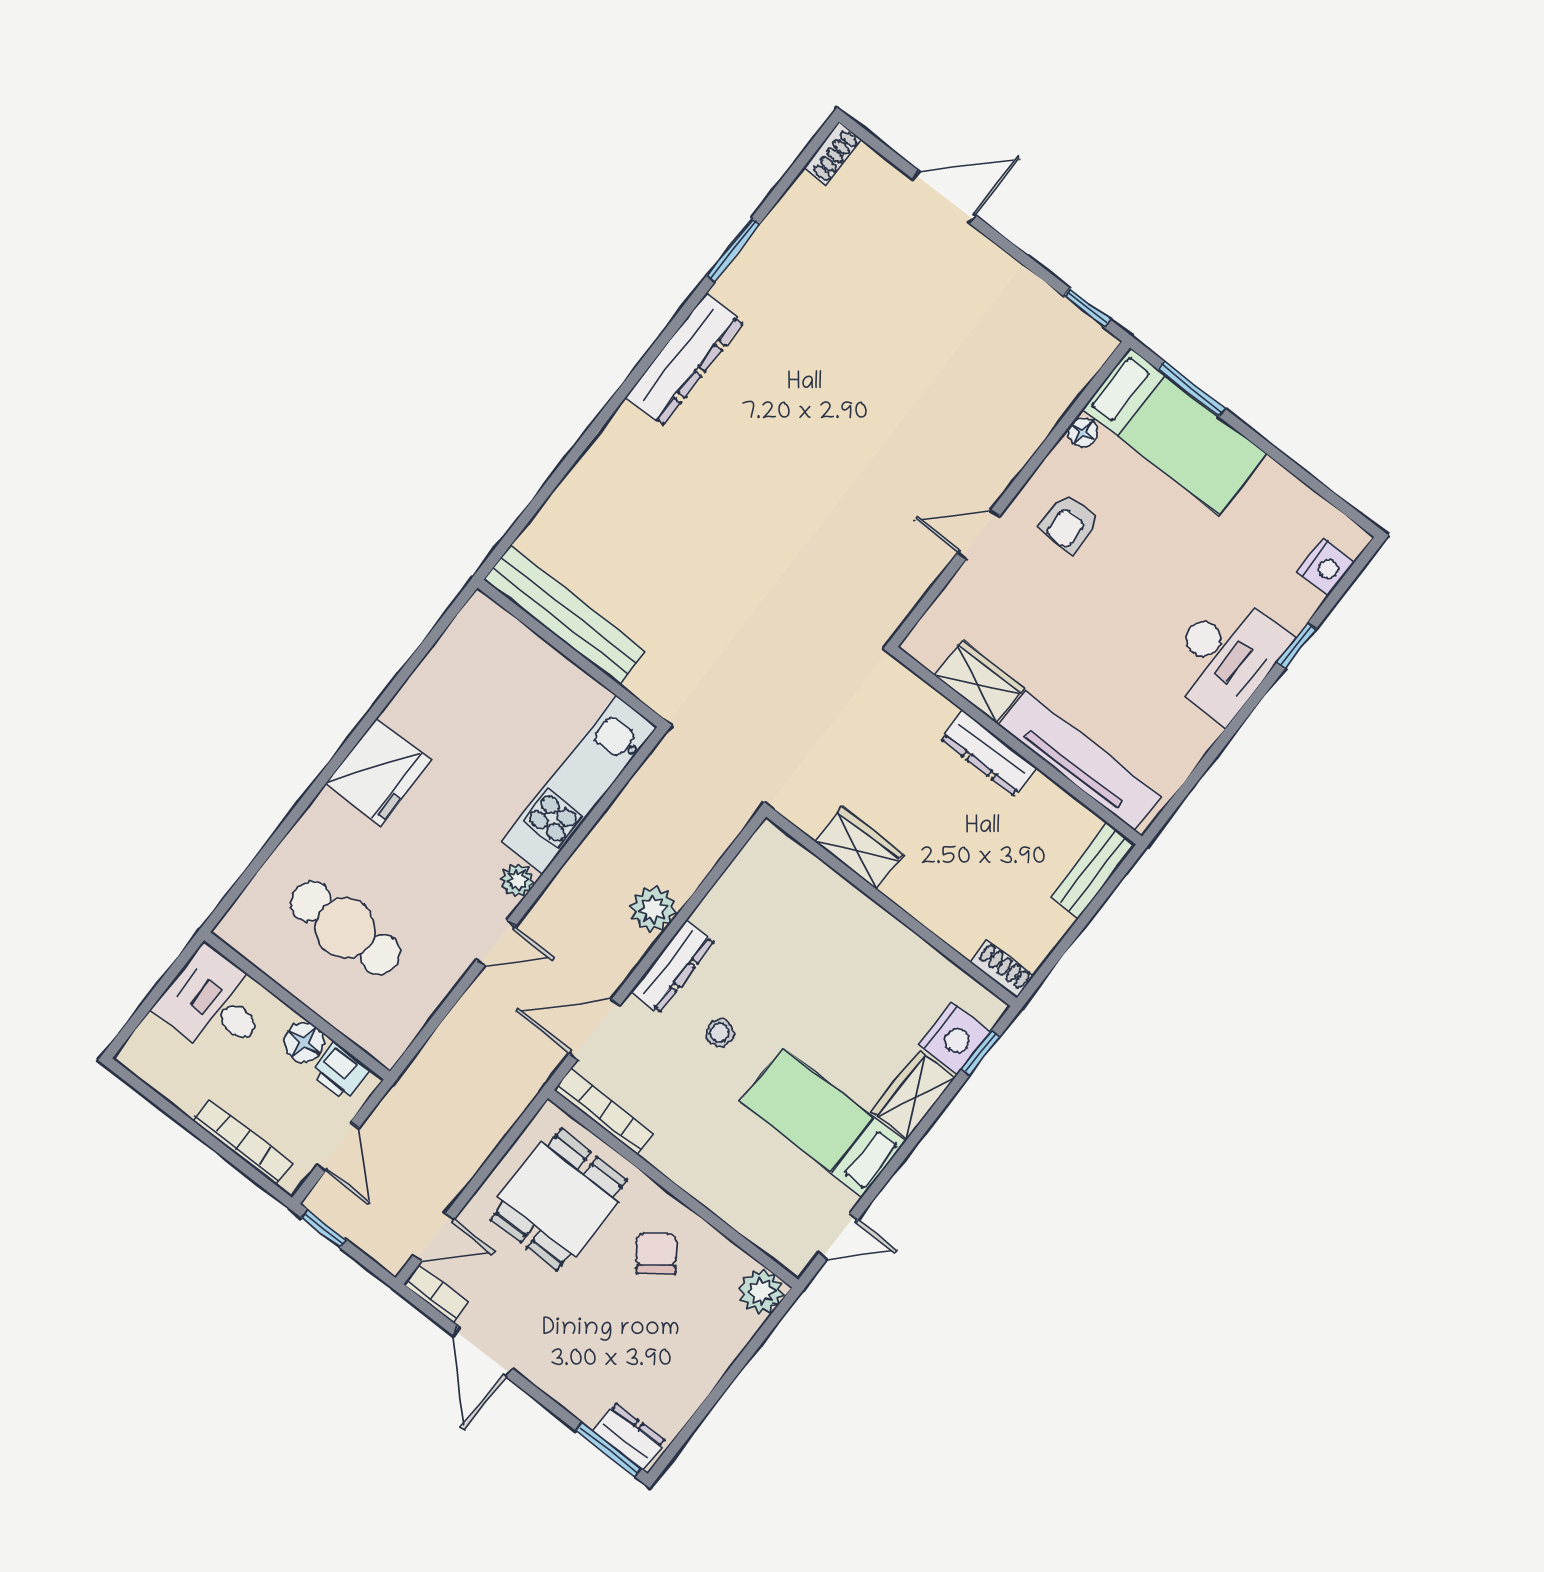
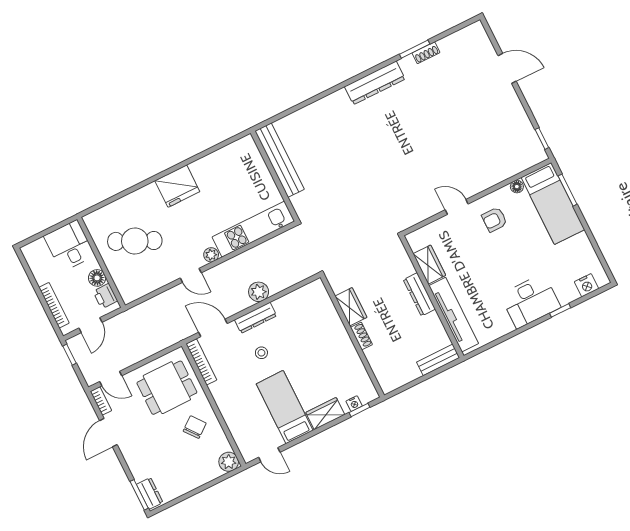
shoe rack: (832, 153) -> (426, 53), moved
cafe table: (345, 928) -> (135, 241), turned -65
shoe rack: (1002, 969) -> (361, 336), moved
nightstand: (954, 1039) -> (354, 404), width x0.53, depth x0.56

